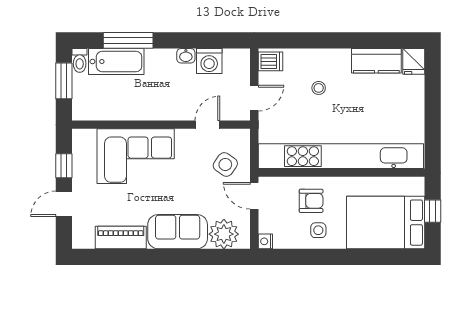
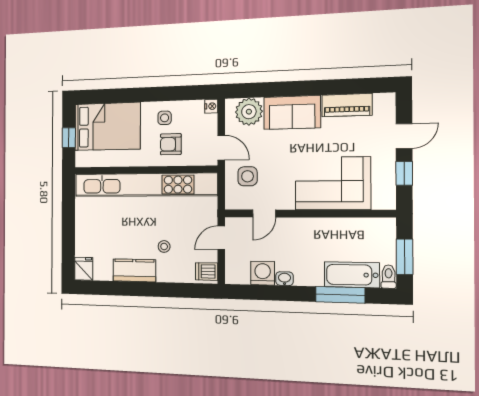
kitchen counter: (376, 61) -> (134, 270), moved
side table: (225, 165) -> (248, 176), turned -35

